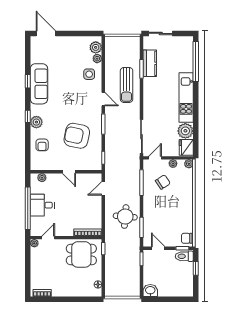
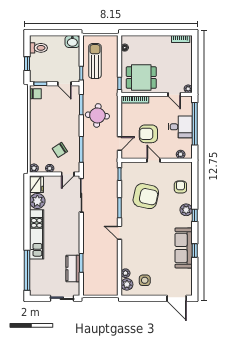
side table: (89, 74) -> (145, 280), moved
sun lounger: (127, 85) -> (95, 61), moved
armchair: (74, 198) -> (148, 134), added
door: (48, 238) -> (174, 94), hinge flipped
toilet: (184, 256) -> (38, 48), moved

